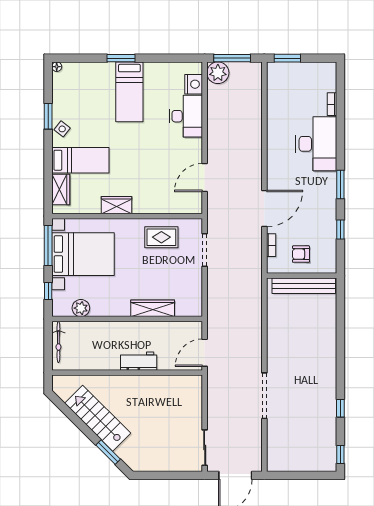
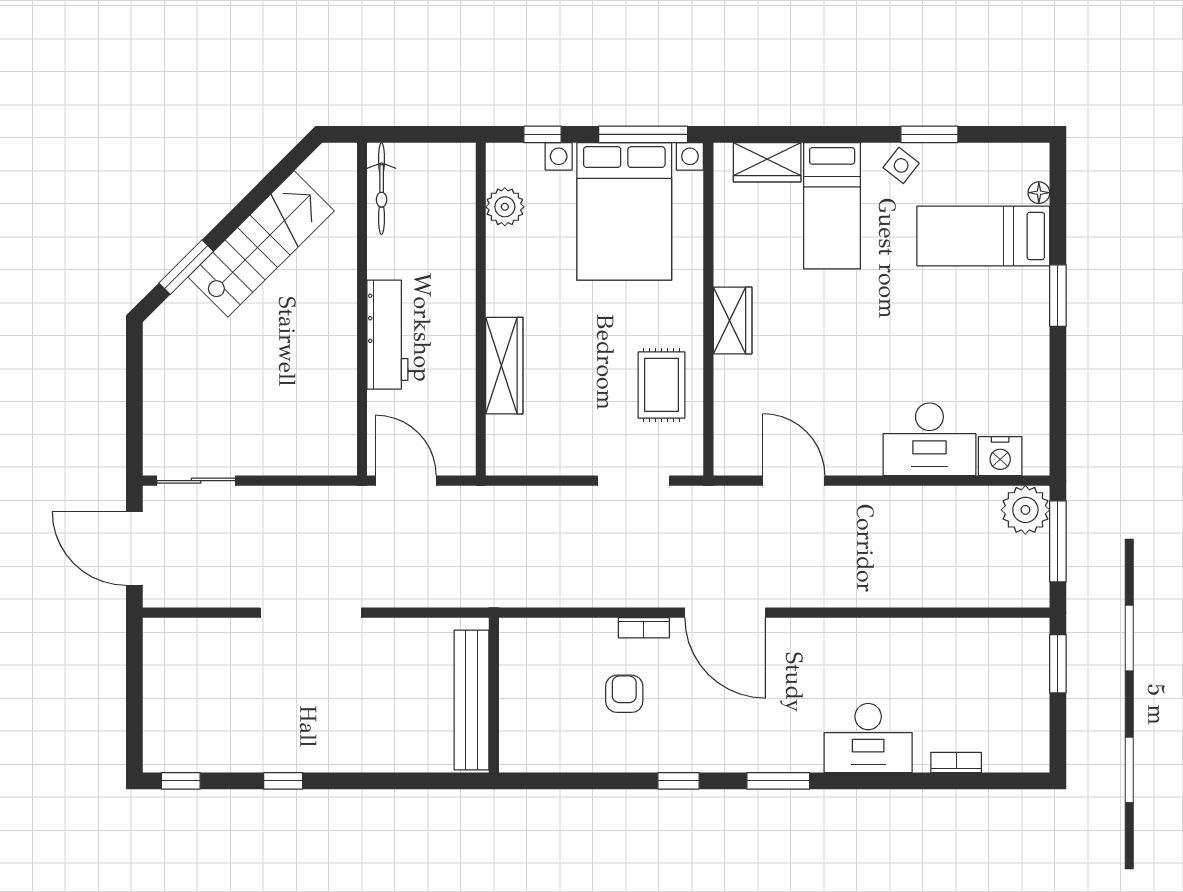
floor lamp: (57, 67) -> (1039, 193), moved
bed: (129, 92) -> (983, 236), moved
desk: (316, 144) -> (868, 738), width x0.73, depth x0.77
wardrobe: (116, 205) -> (733, 321), moved
wall: (302, 276) -> (494, 695), moved
bench: (304, 286) -> (472, 700), moved
bicycle: (58, 342) -> (382, 189), moved, turned -90
workbench: (139, 361) -> (387, 335), width x1.38

